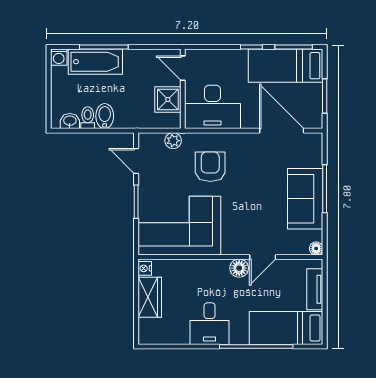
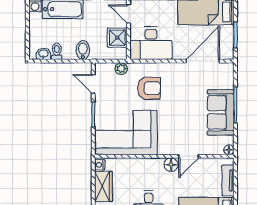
bidet: (105, 116) -> (83, 50), moved
door: (282, 131) -> (203, 61), hinge flipped
armchair: (210, 167) -> (149, 88), turned 90

